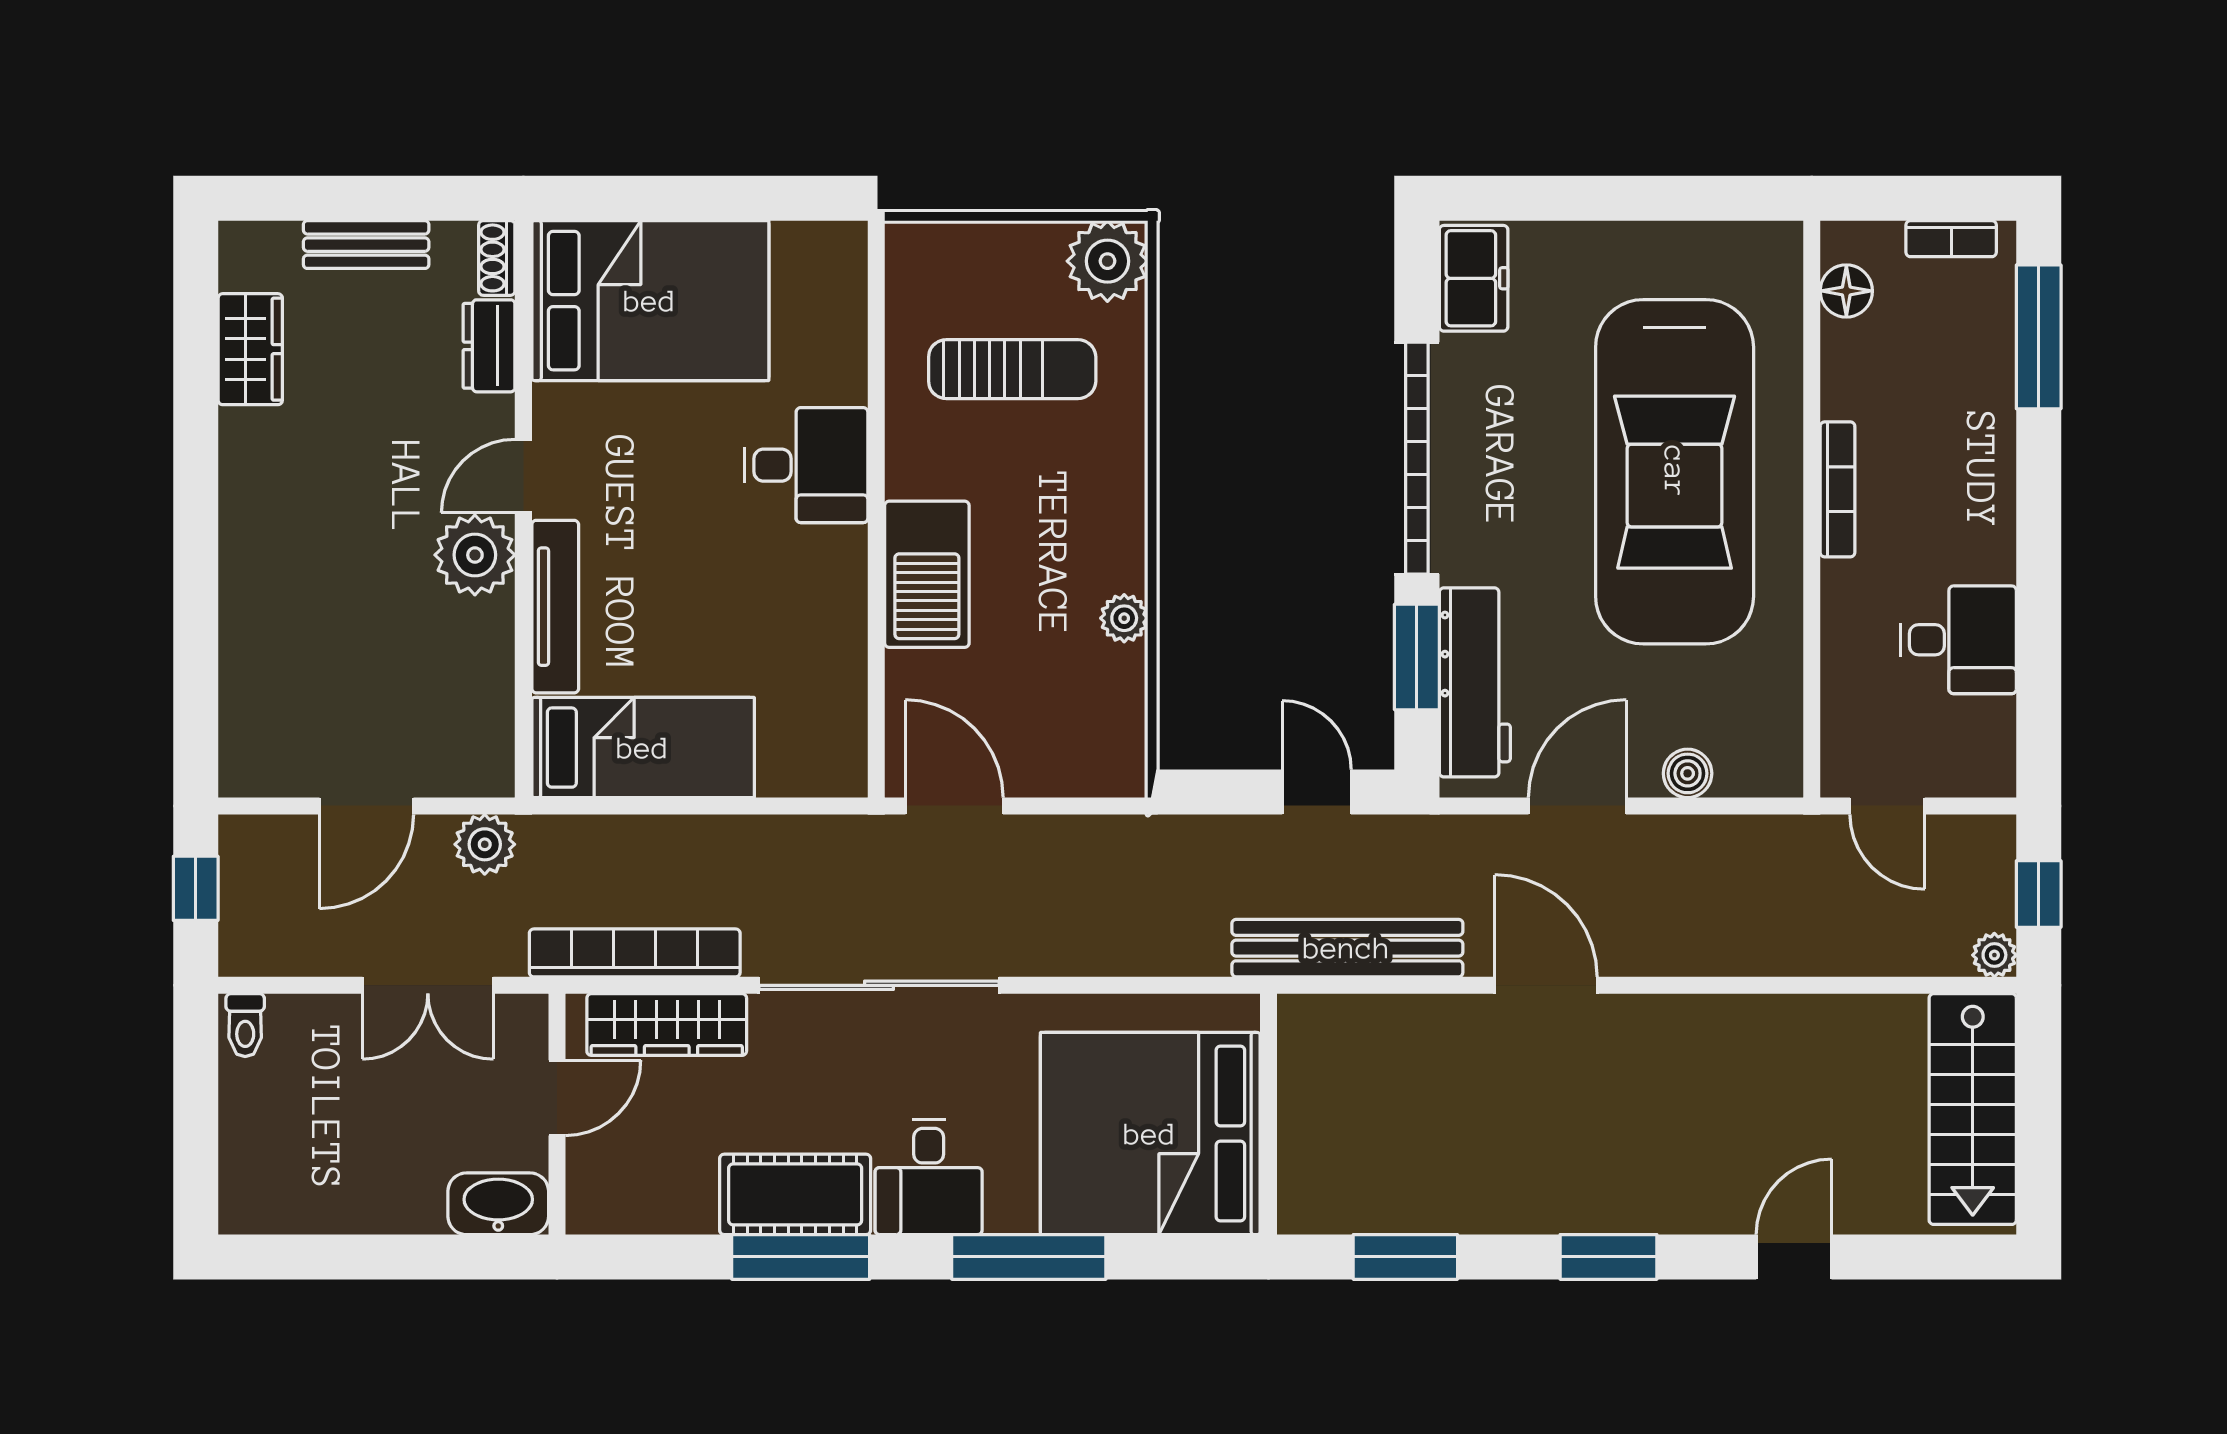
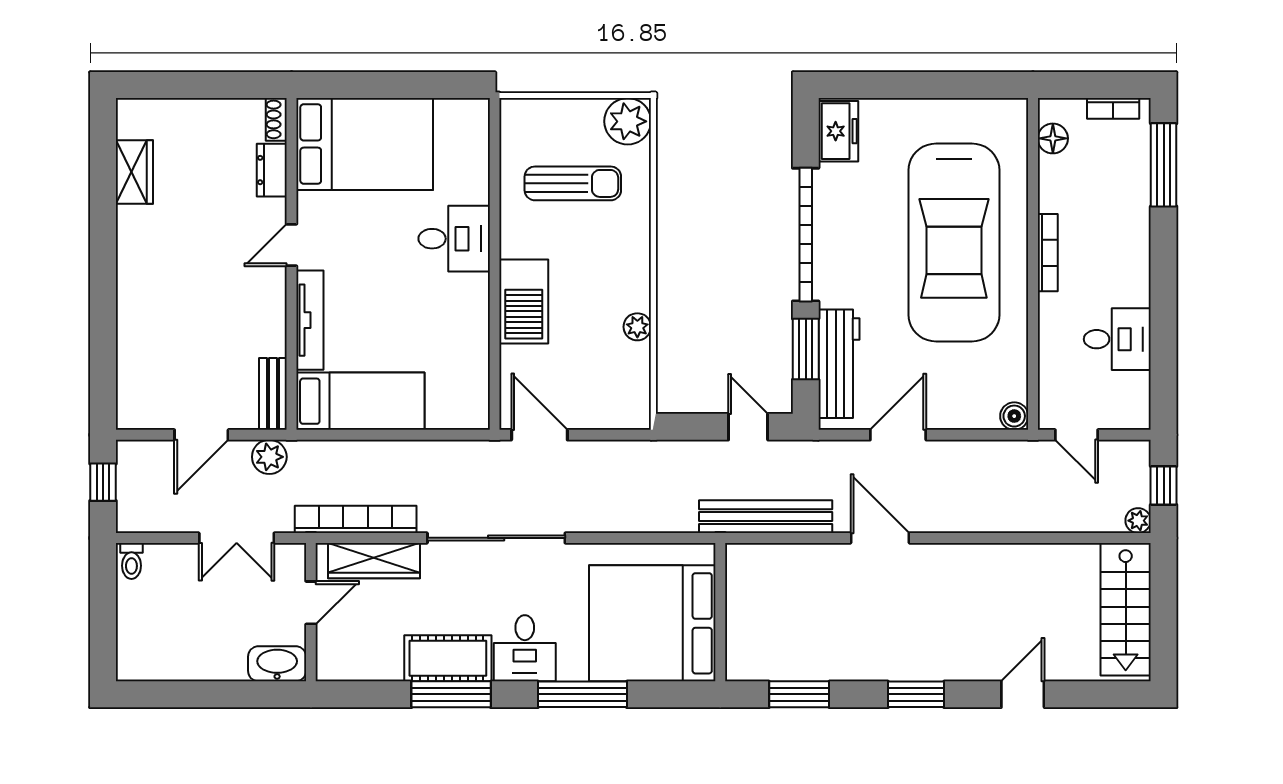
bench: (366, 245) -> (273, 394), moved, turned 90
plant: (475, 555) -> (264, 290), removed
boiler: (1688, 773) -> (1014, 416), moved

